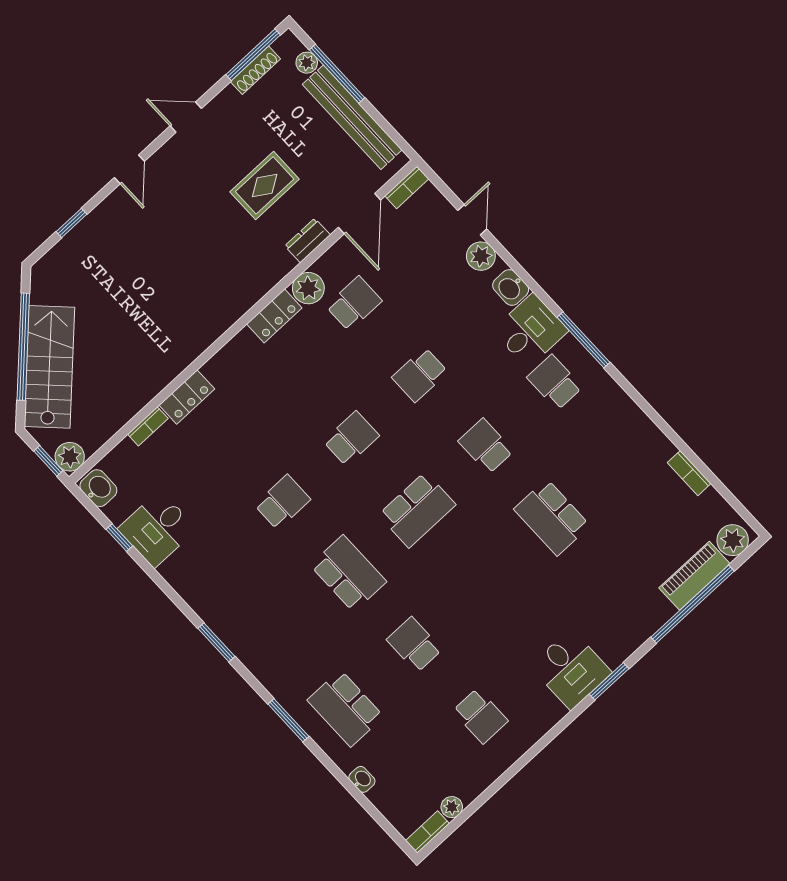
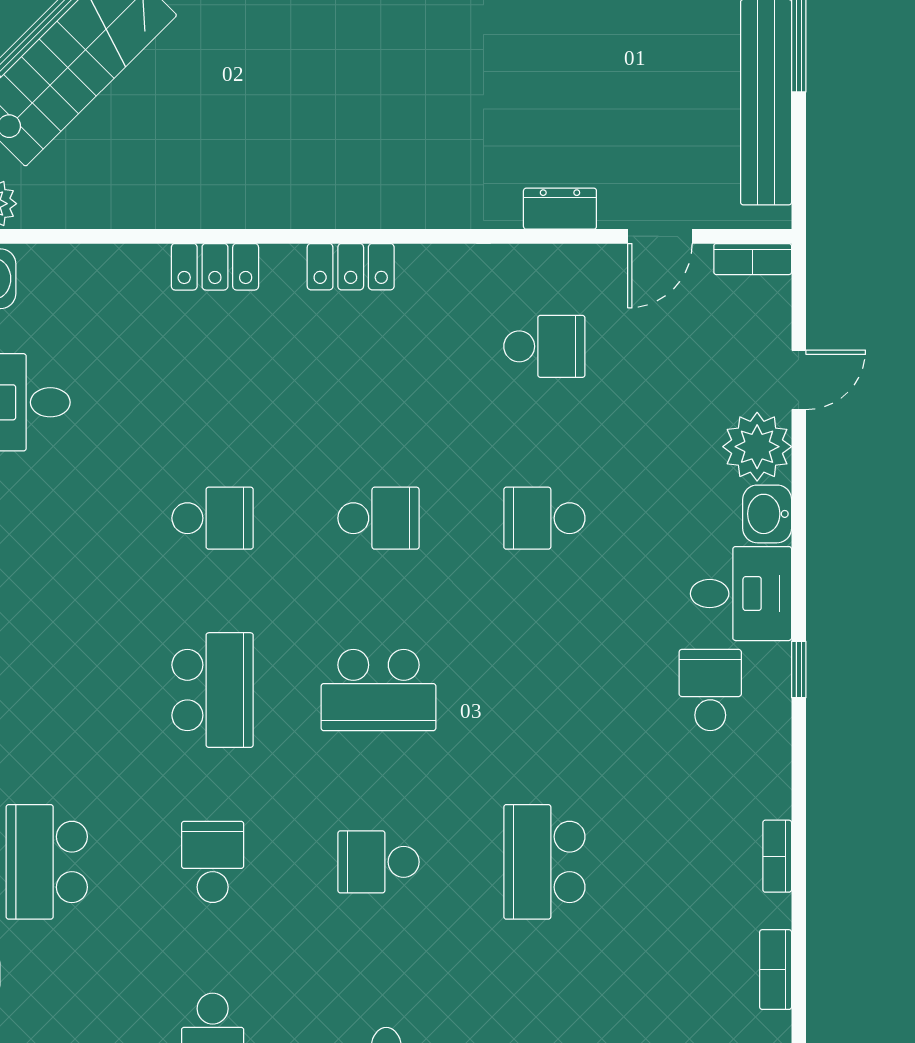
rug: (265, 185) -> (570, 85), removed
door: (360, 214) -> (660, 236), width x0.73
plant: (481, 256) -> (757, 447), width x1.36, depth x1.36
plant: (308, 288) -> (504, 271), removed
locker: (274, 316) -> (351, 267), moved
window: (583, 340) -> (799, 670), width x0.46
bookcase: (148, 426) -> (777, 856), moved, turned 90
school desk: (486, 446) -> (378, 862), moved, turned -90

